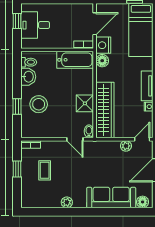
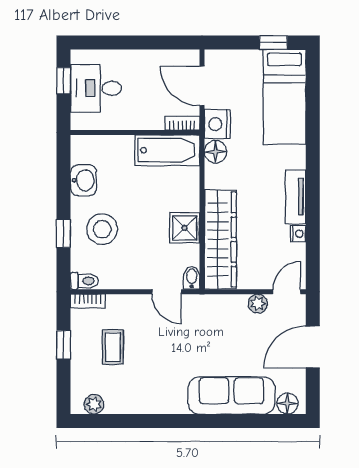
door: (95, 24) -> (202, 86), swing flipped
toilet: (29, 62) -> (84, 281), moved
plant: (67, 202) -> (94, 404), moved

